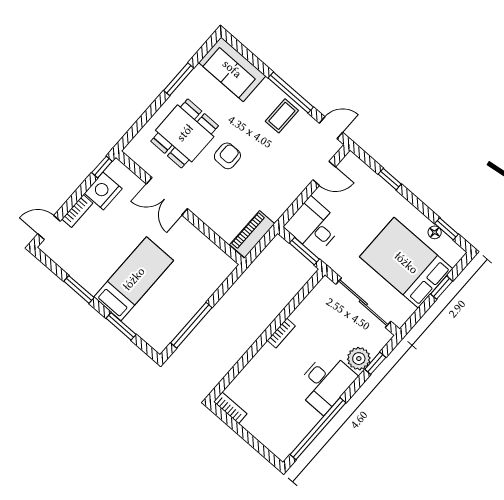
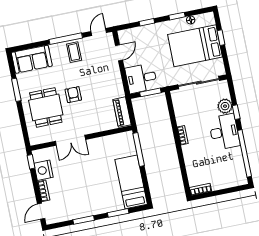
window: (446, 229) -> (177, 16), moved
bed: (134, 279) -> (131, 182), moved
window: (191, 325) -> (139, 149), moved
window: (375, 363) -> (236, 112), moved

